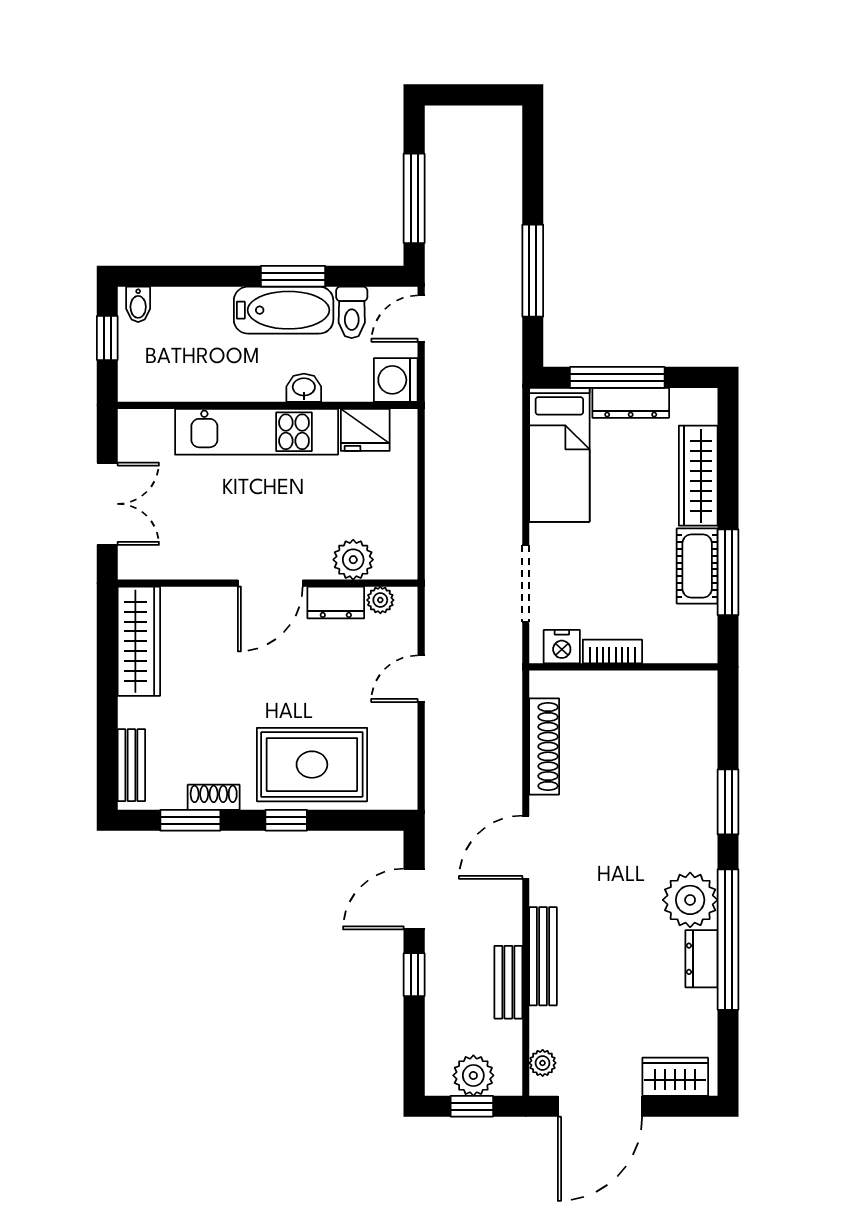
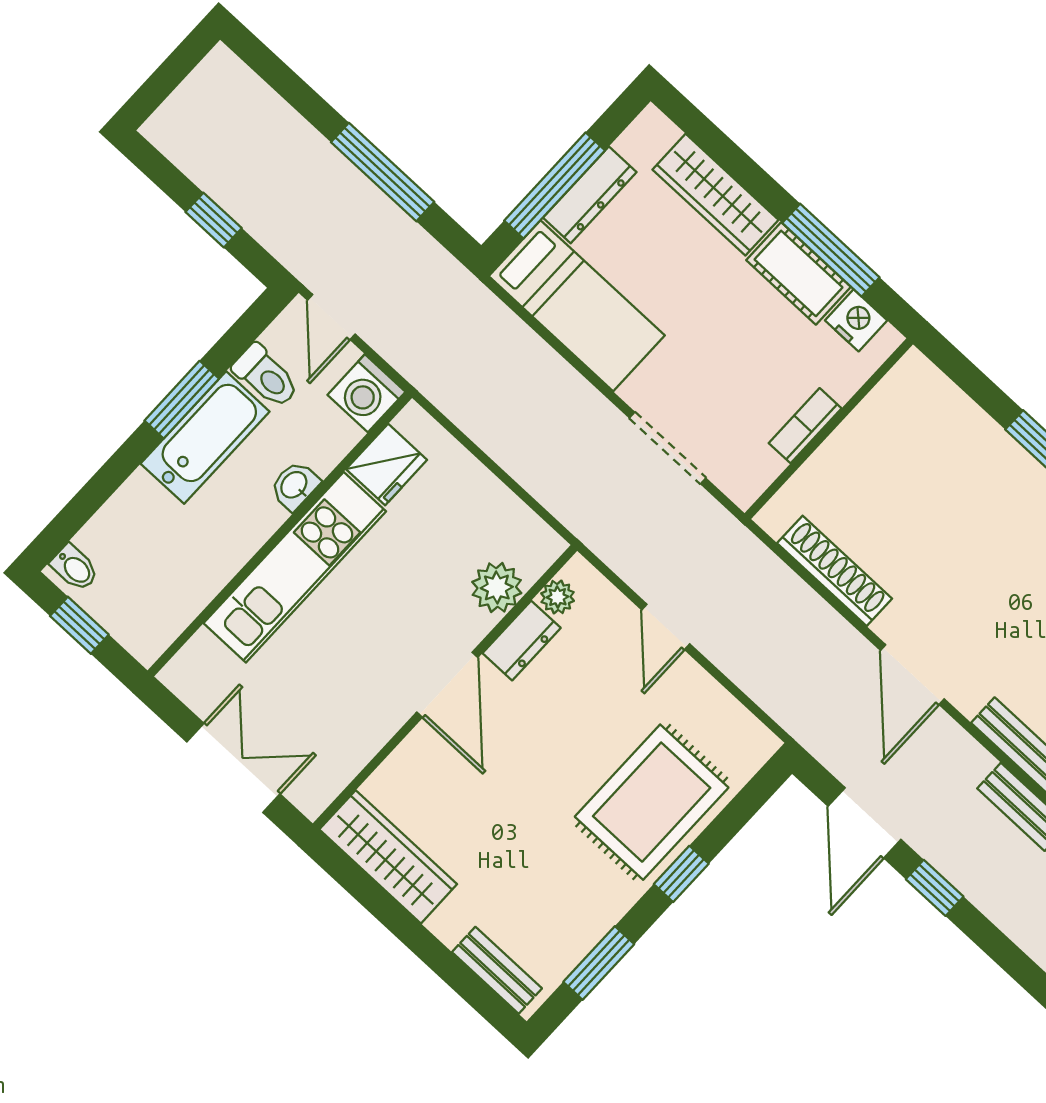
window: (414, 198) -> (214, 220), width x0.46
nightstand: (562, 647) -> (856, 320), moved, turned -90
shoe rack: (214, 797) -> (597, 921), removed

